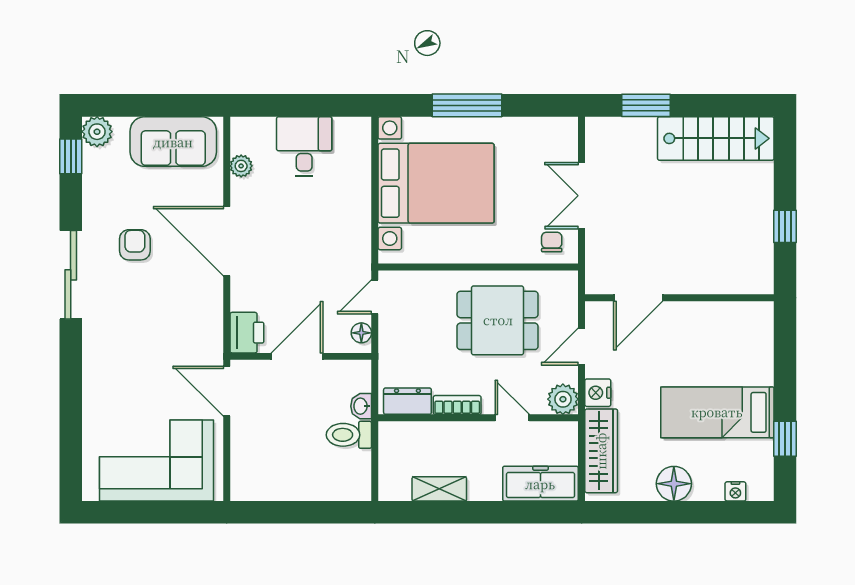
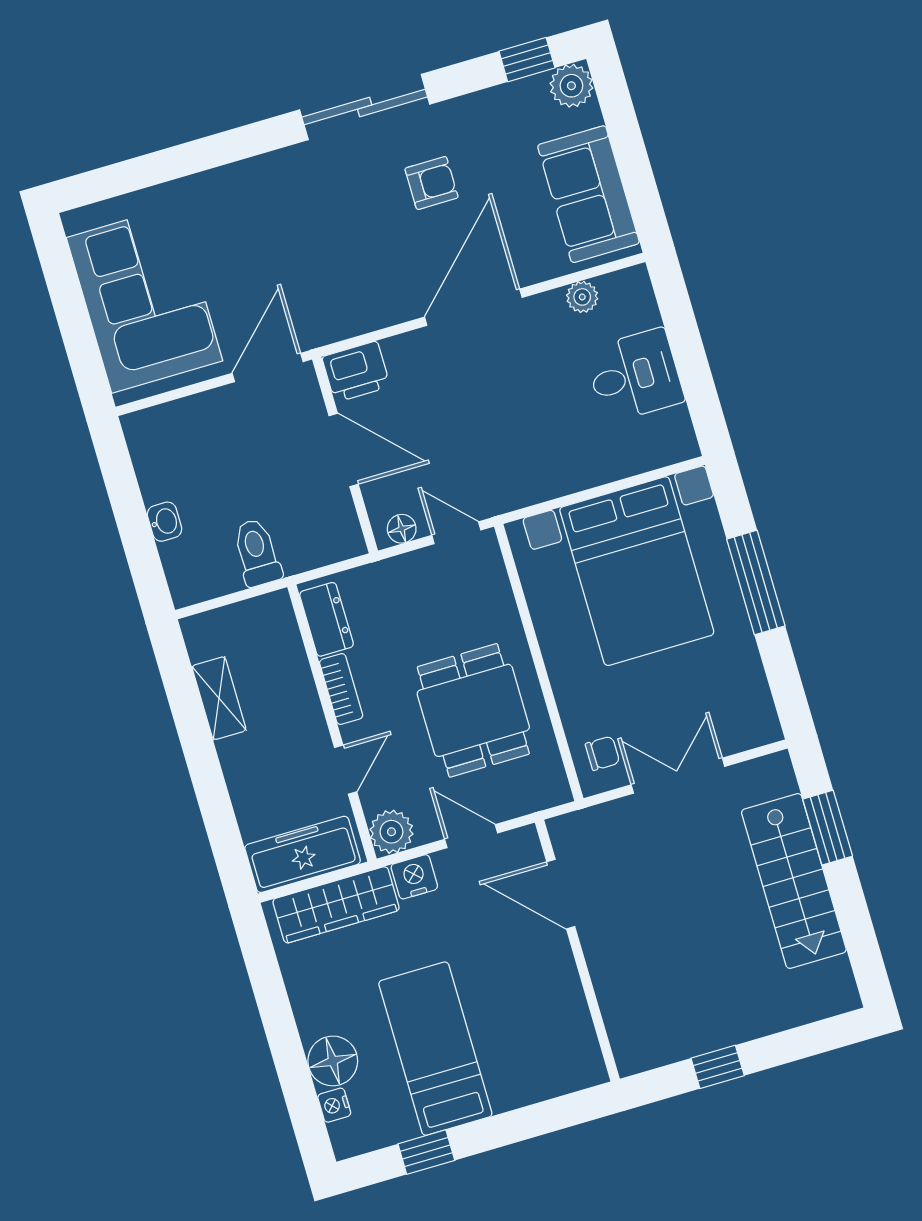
stairs: (716, 138) -> (794, 881), moved
washbasin: (361, 406) -> (164, 522), moved, turned 90
freezer: (540, 484) -> (303, 854), moved, turned -90
floor lamp: (674, 484) -> (333, 1061), moved

